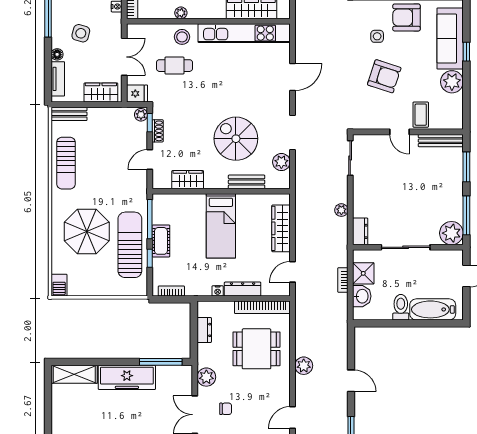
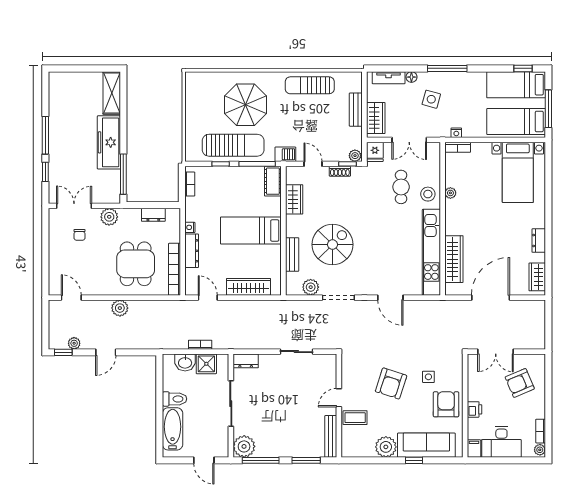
bench: (69, 114) -> (356, 110), moved
sliding door: (350, 158) -> (296, 352), moved
plant: (341, 210) -> (74, 343), moved
cot: (161, 241) -> (273, 181), moved, turned 90
barbecue: (59, 285) -> (285, 154), moved, turned 180

